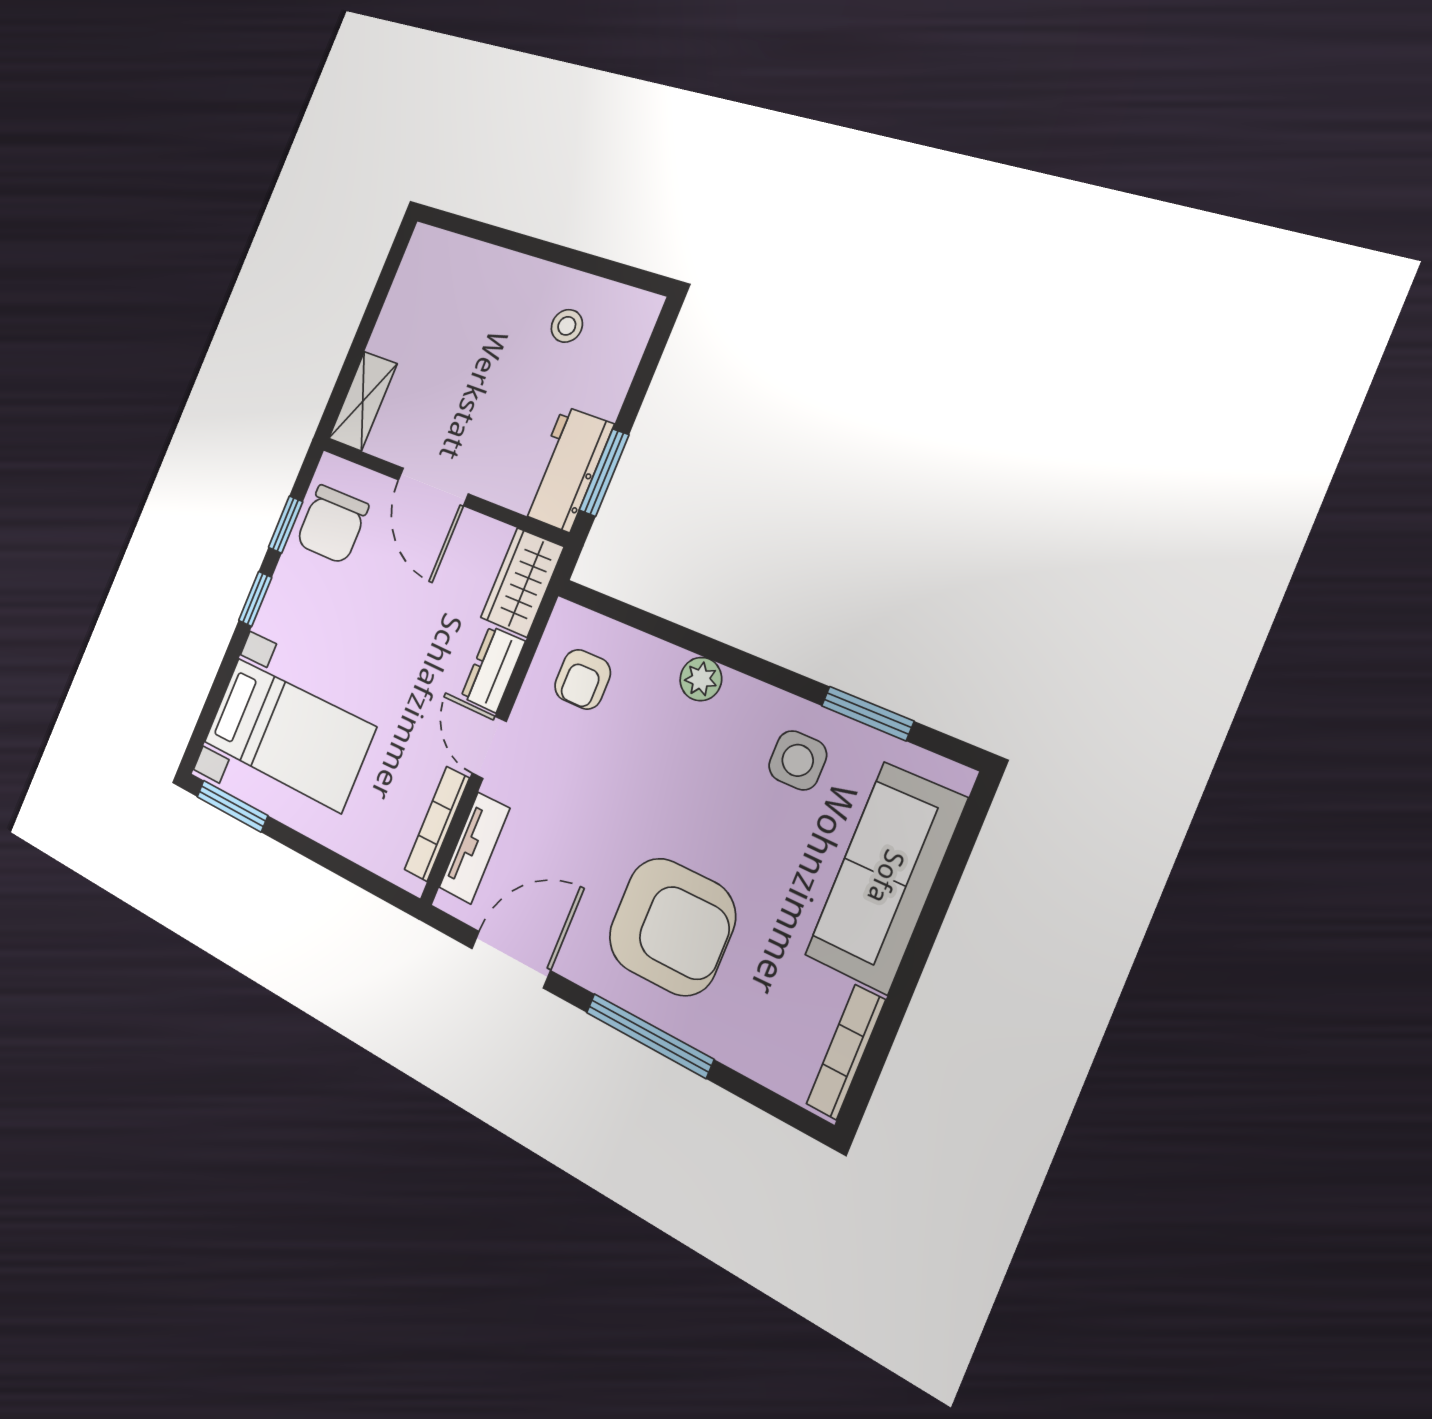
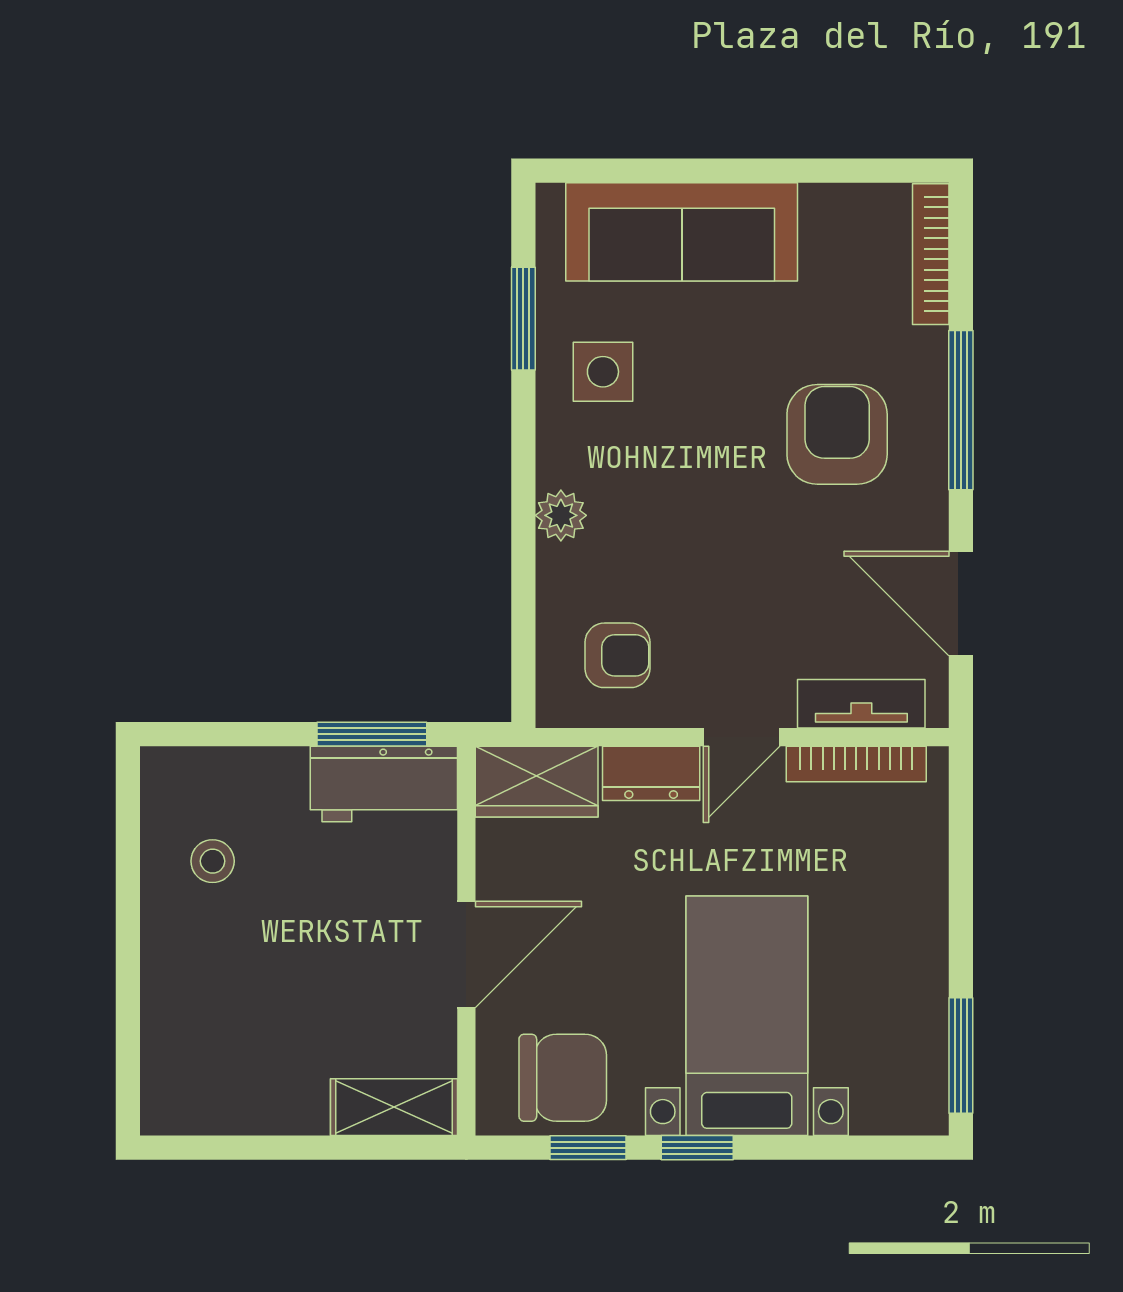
bed with nightstands: (289, 734) -> (747, 1016), moved
armchair: (672, 926) -> (837, 434), width x0.73, depth x0.73
bookcase: (846, 1052) -> (931, 254), moved, turned 90

